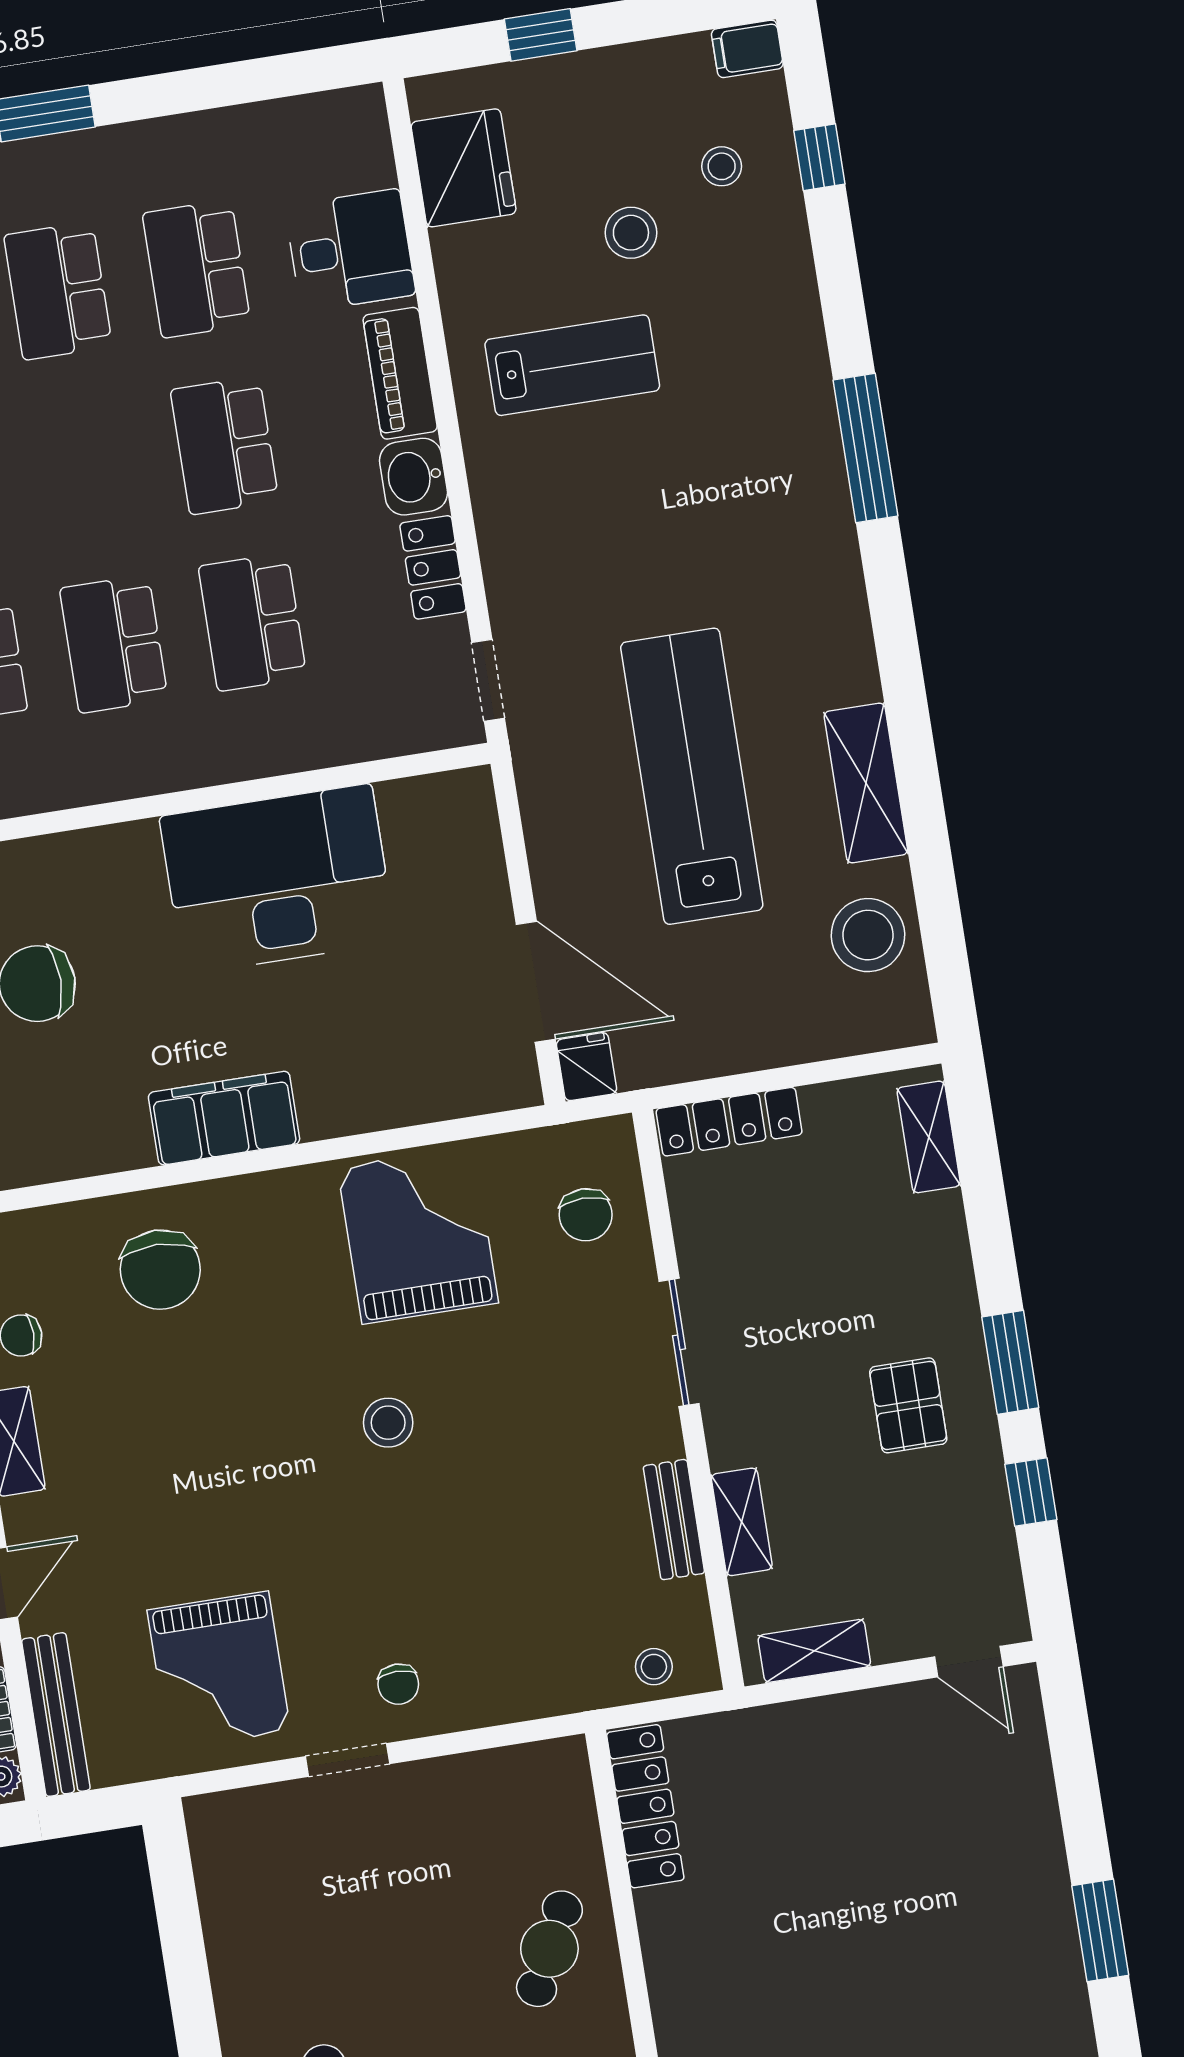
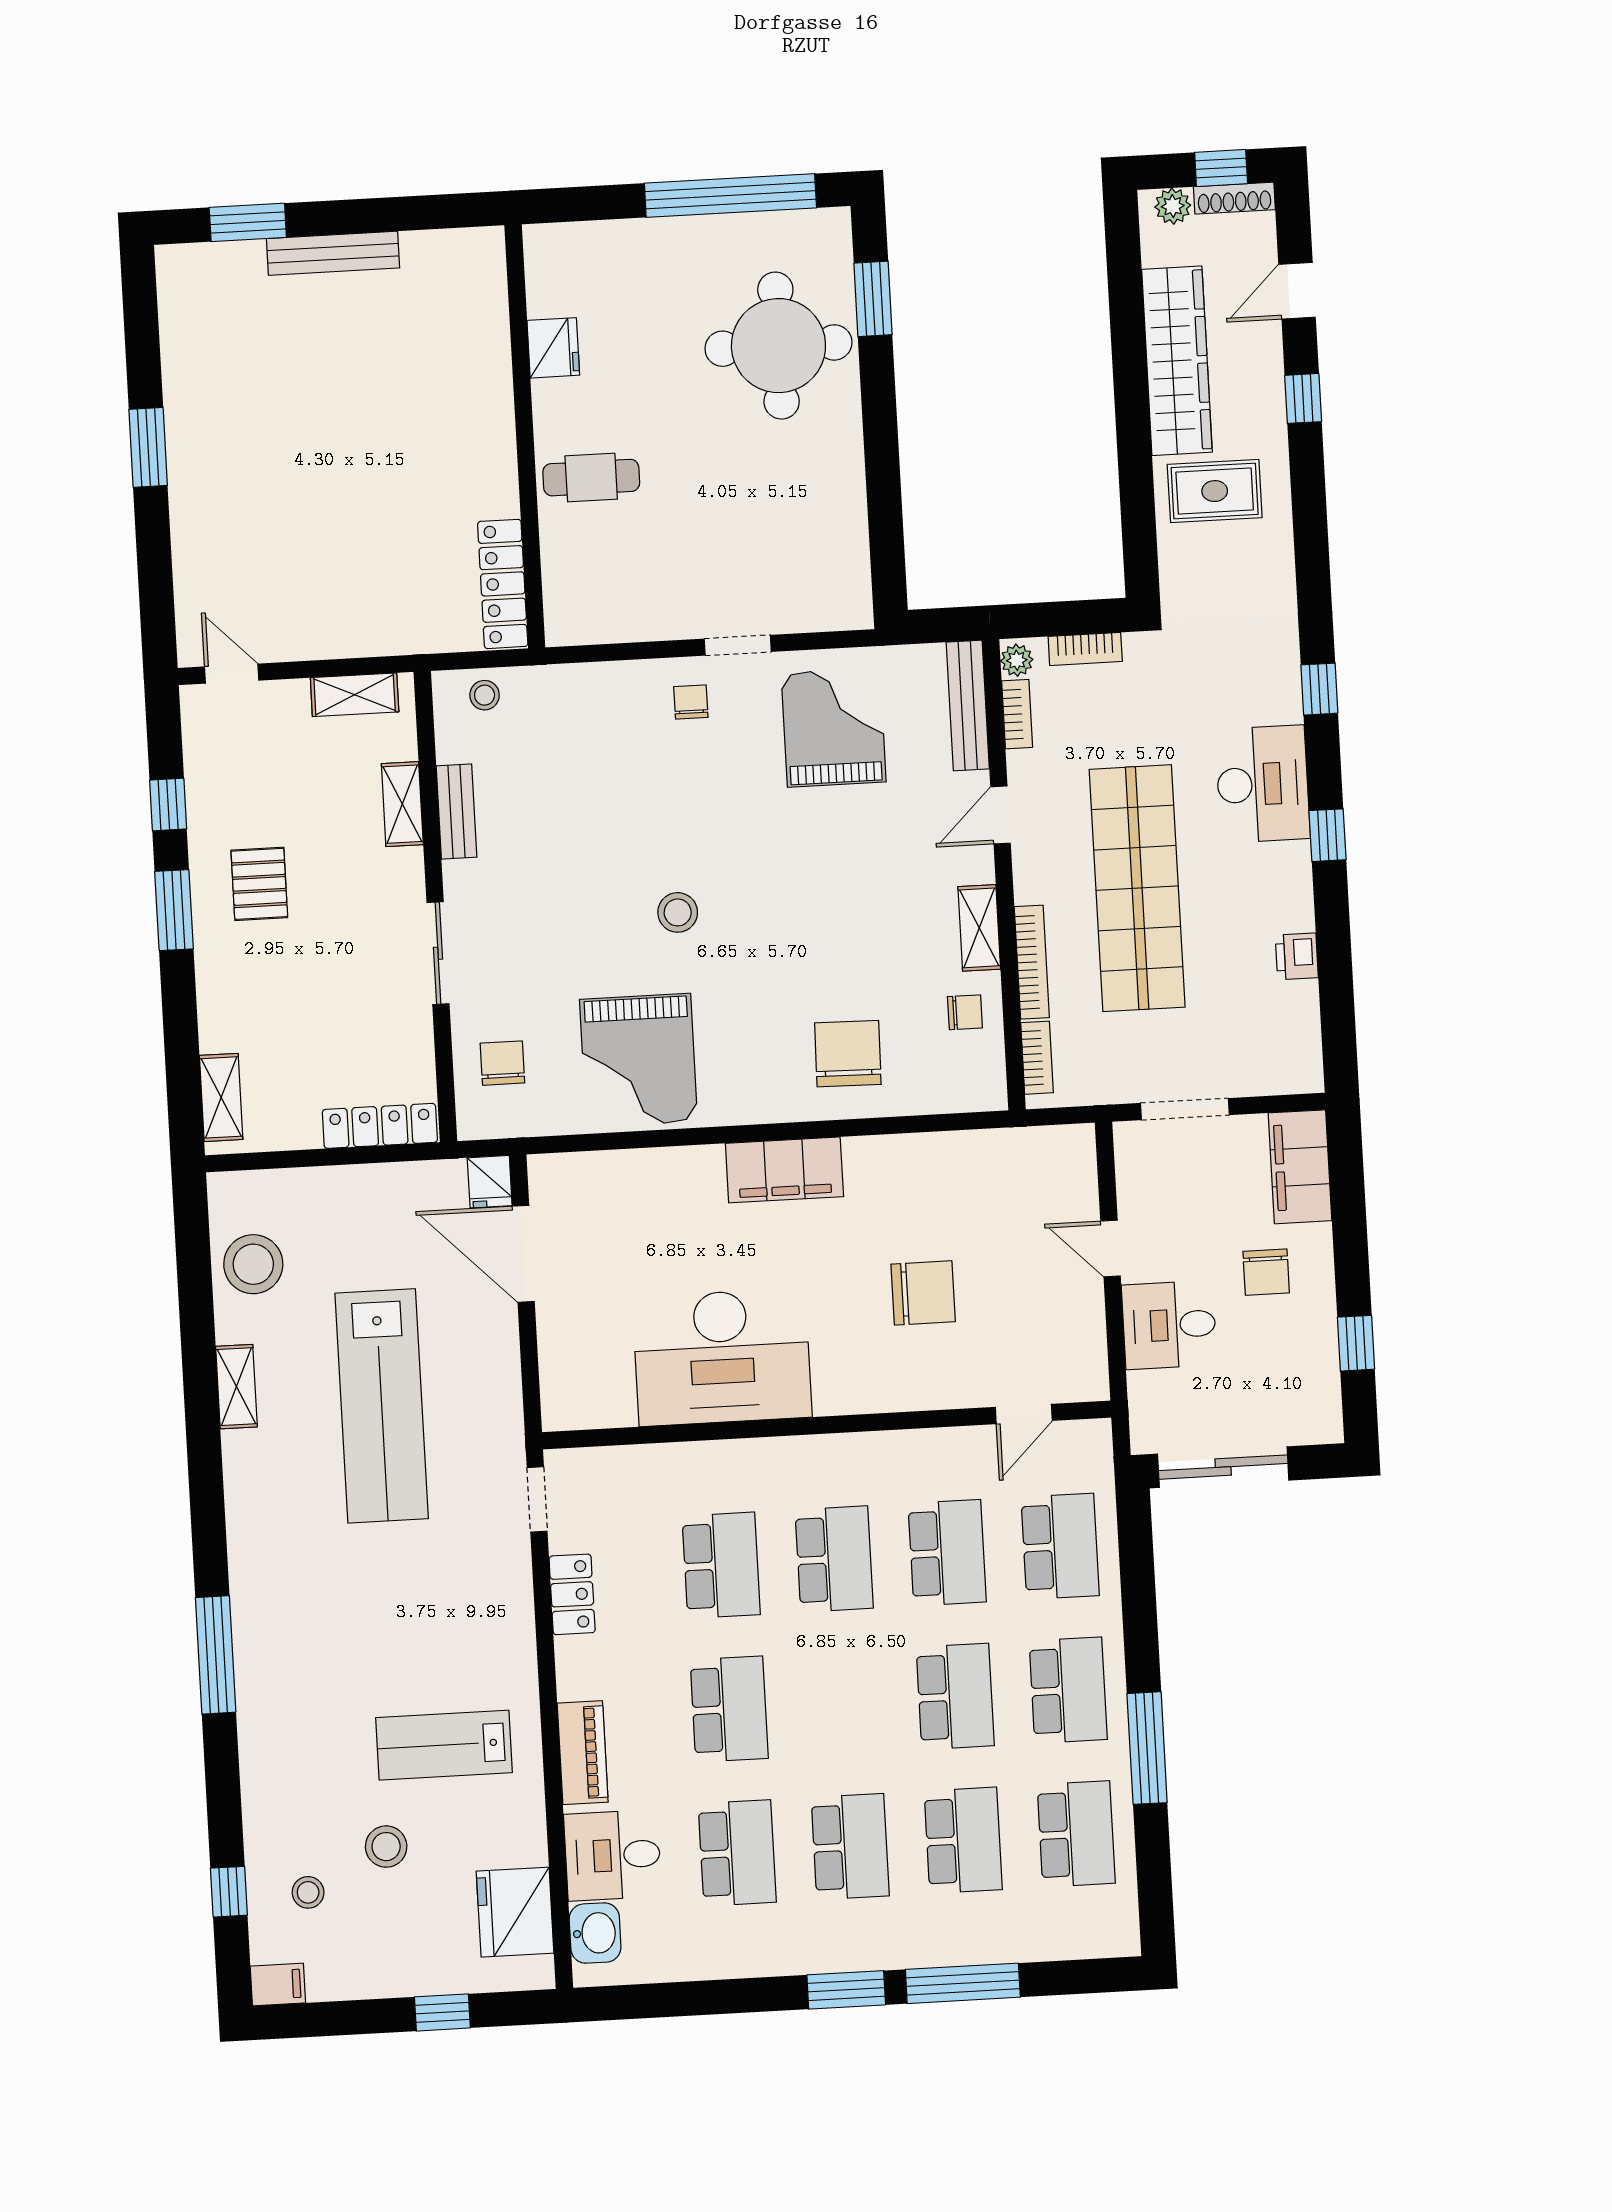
washbasin: (413, 477) -> (595, 1933), moved
shelving: (866, 783) -> (236, 1387), width x0.67, depth x0.75
cafe table: (549, 1949) -> (591, 478), turned 63

